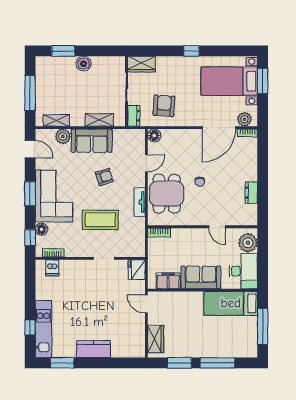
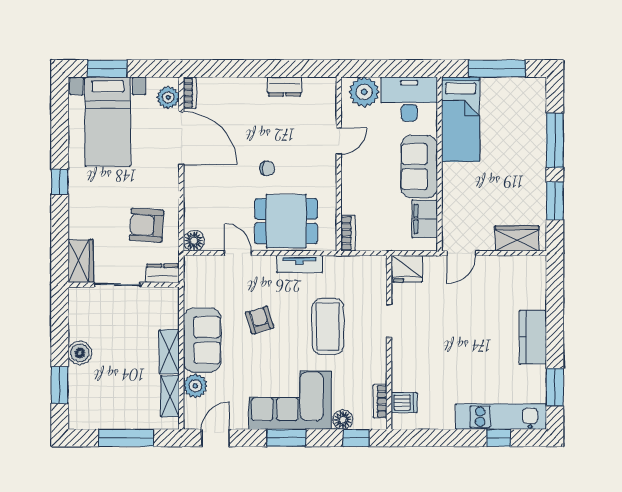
shelving: (99, 120) -> (169, 352), moved

